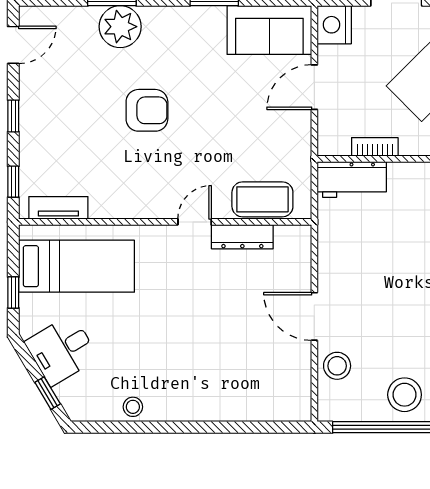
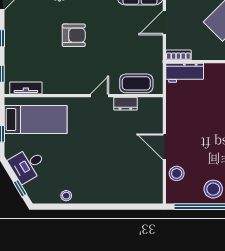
bookcase: (375, 147) -> (178, 55), moved
dresser: (242, 237) -> (125, 104), width x0.70

